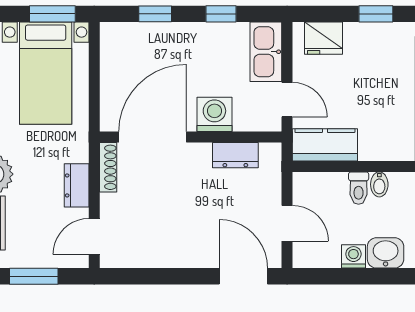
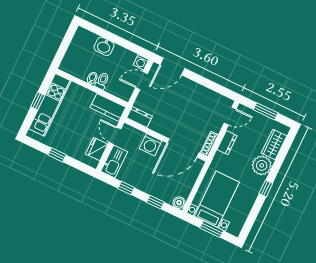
window: (52, 14) -> (212, 229), moved
boiler: (112, 34) -> (179, 203), added
fridge: (323, 38) -> (97, 149), moved, turned -90
dresser: (235, 155) -> (139, 117), moved
door: (287, 223) -> (142, 81), hinge flipped
washing machine: (353, 256) -> (141, 62), moved
door: (243, 276) -> (172, 66), hinge flipped

